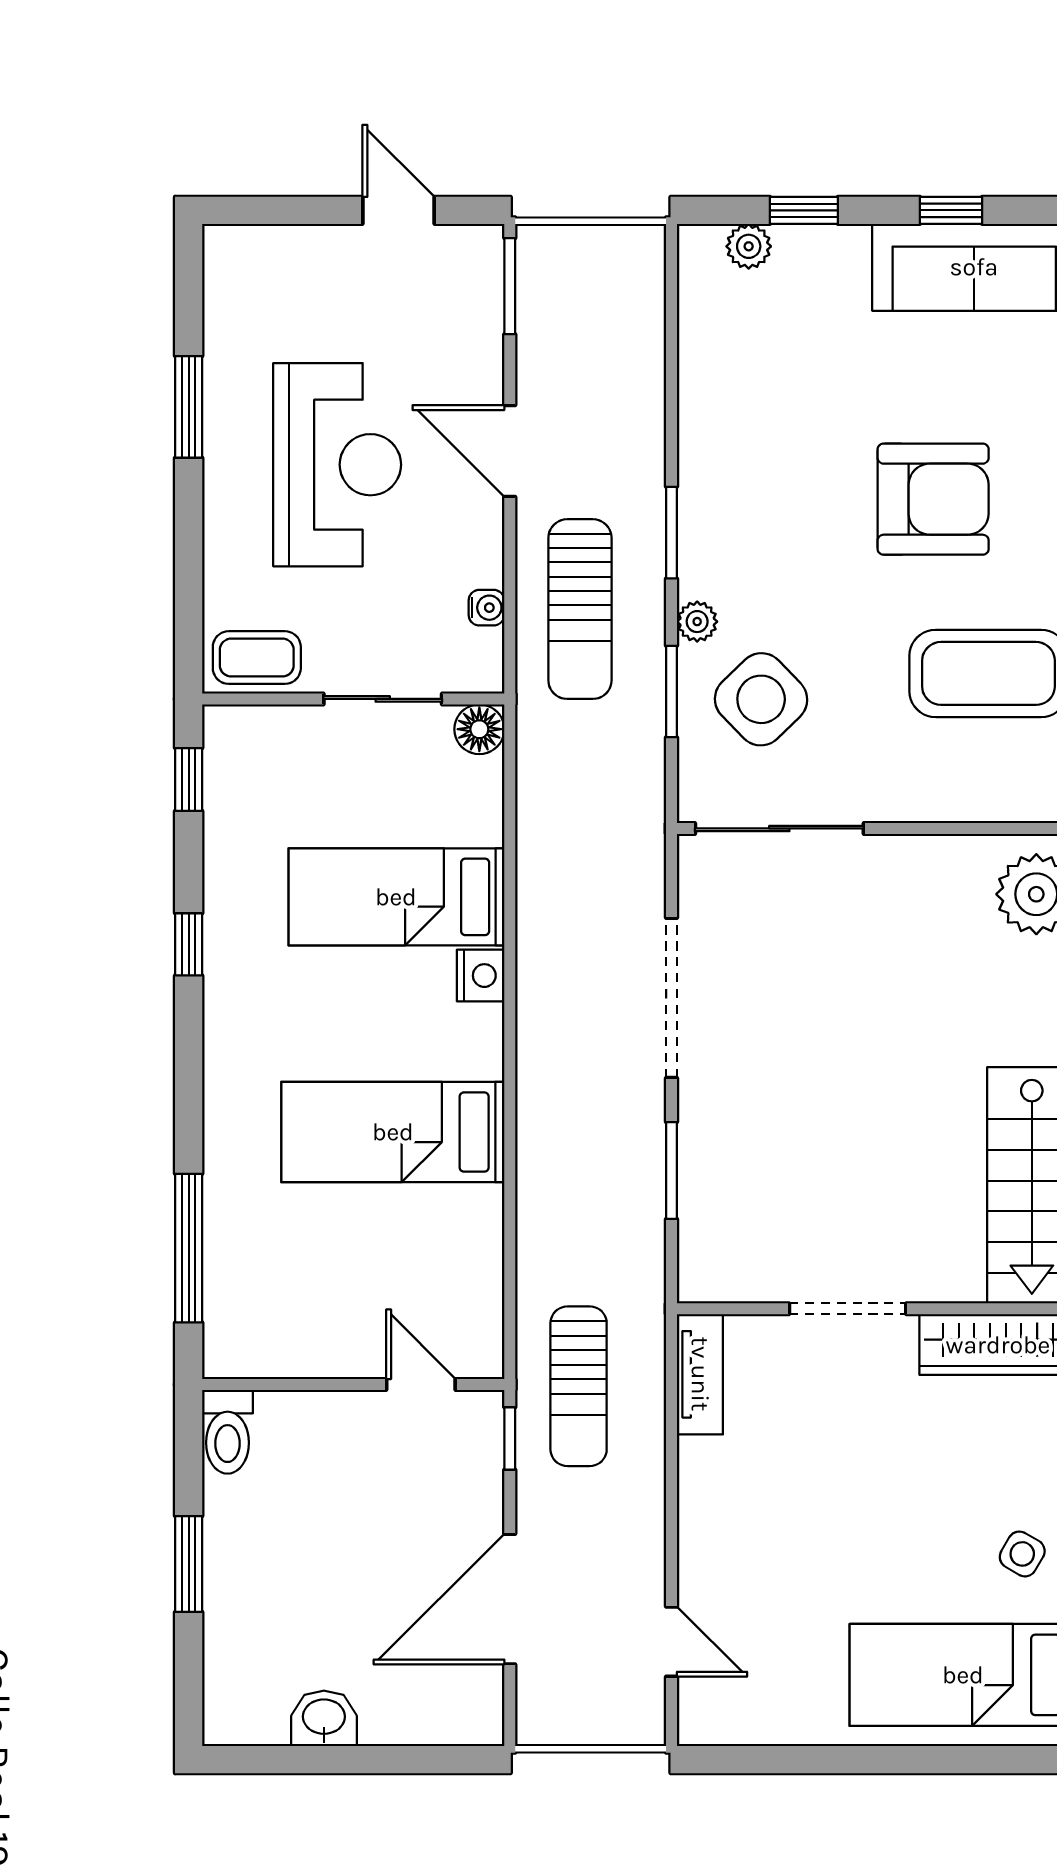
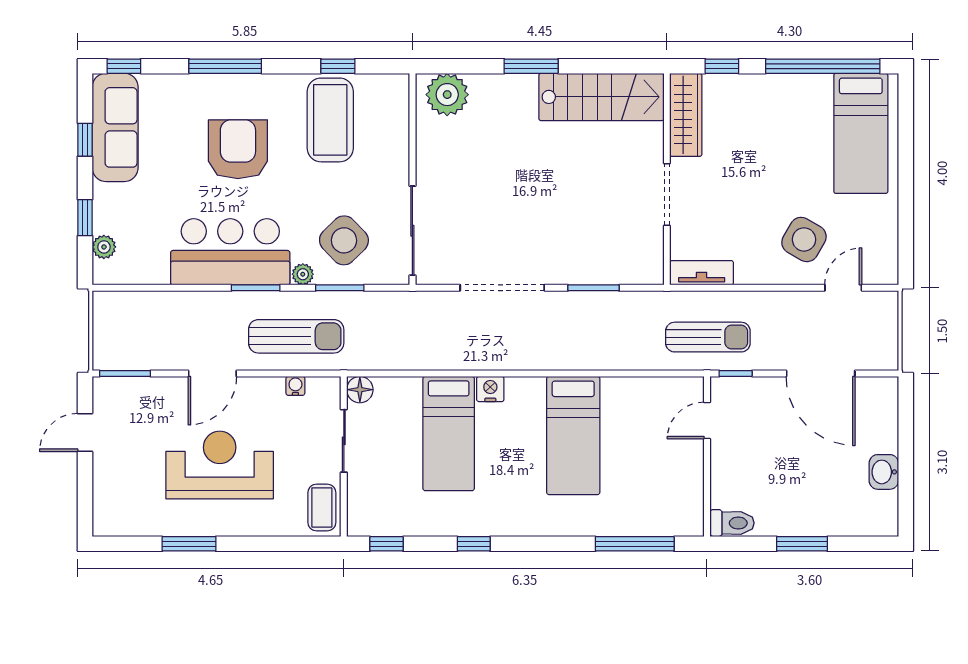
bar counter: (739, 485) -> (230, 252), added
side table: (1022, 1554) -> (804, 239), moved, width x1.87, depth x1.87

